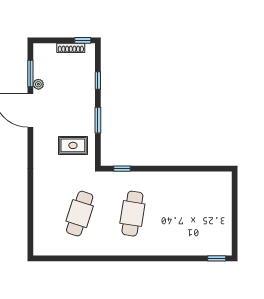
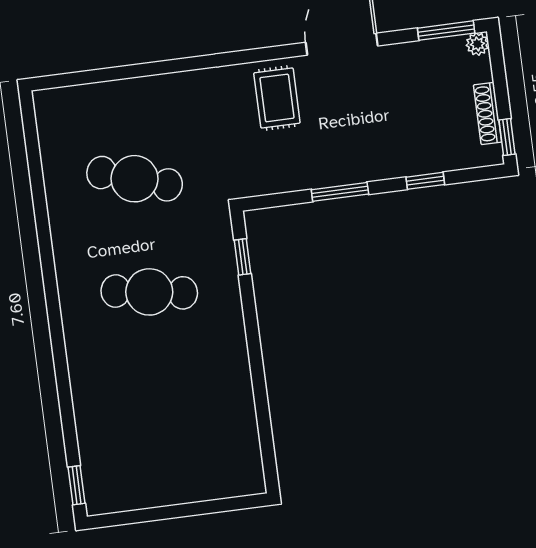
window: (30, 73) -> (446, 31), moved
plant: (38, 84) -> (477, 44), moved
rug: (73, 145) -> (277, 98), moved

